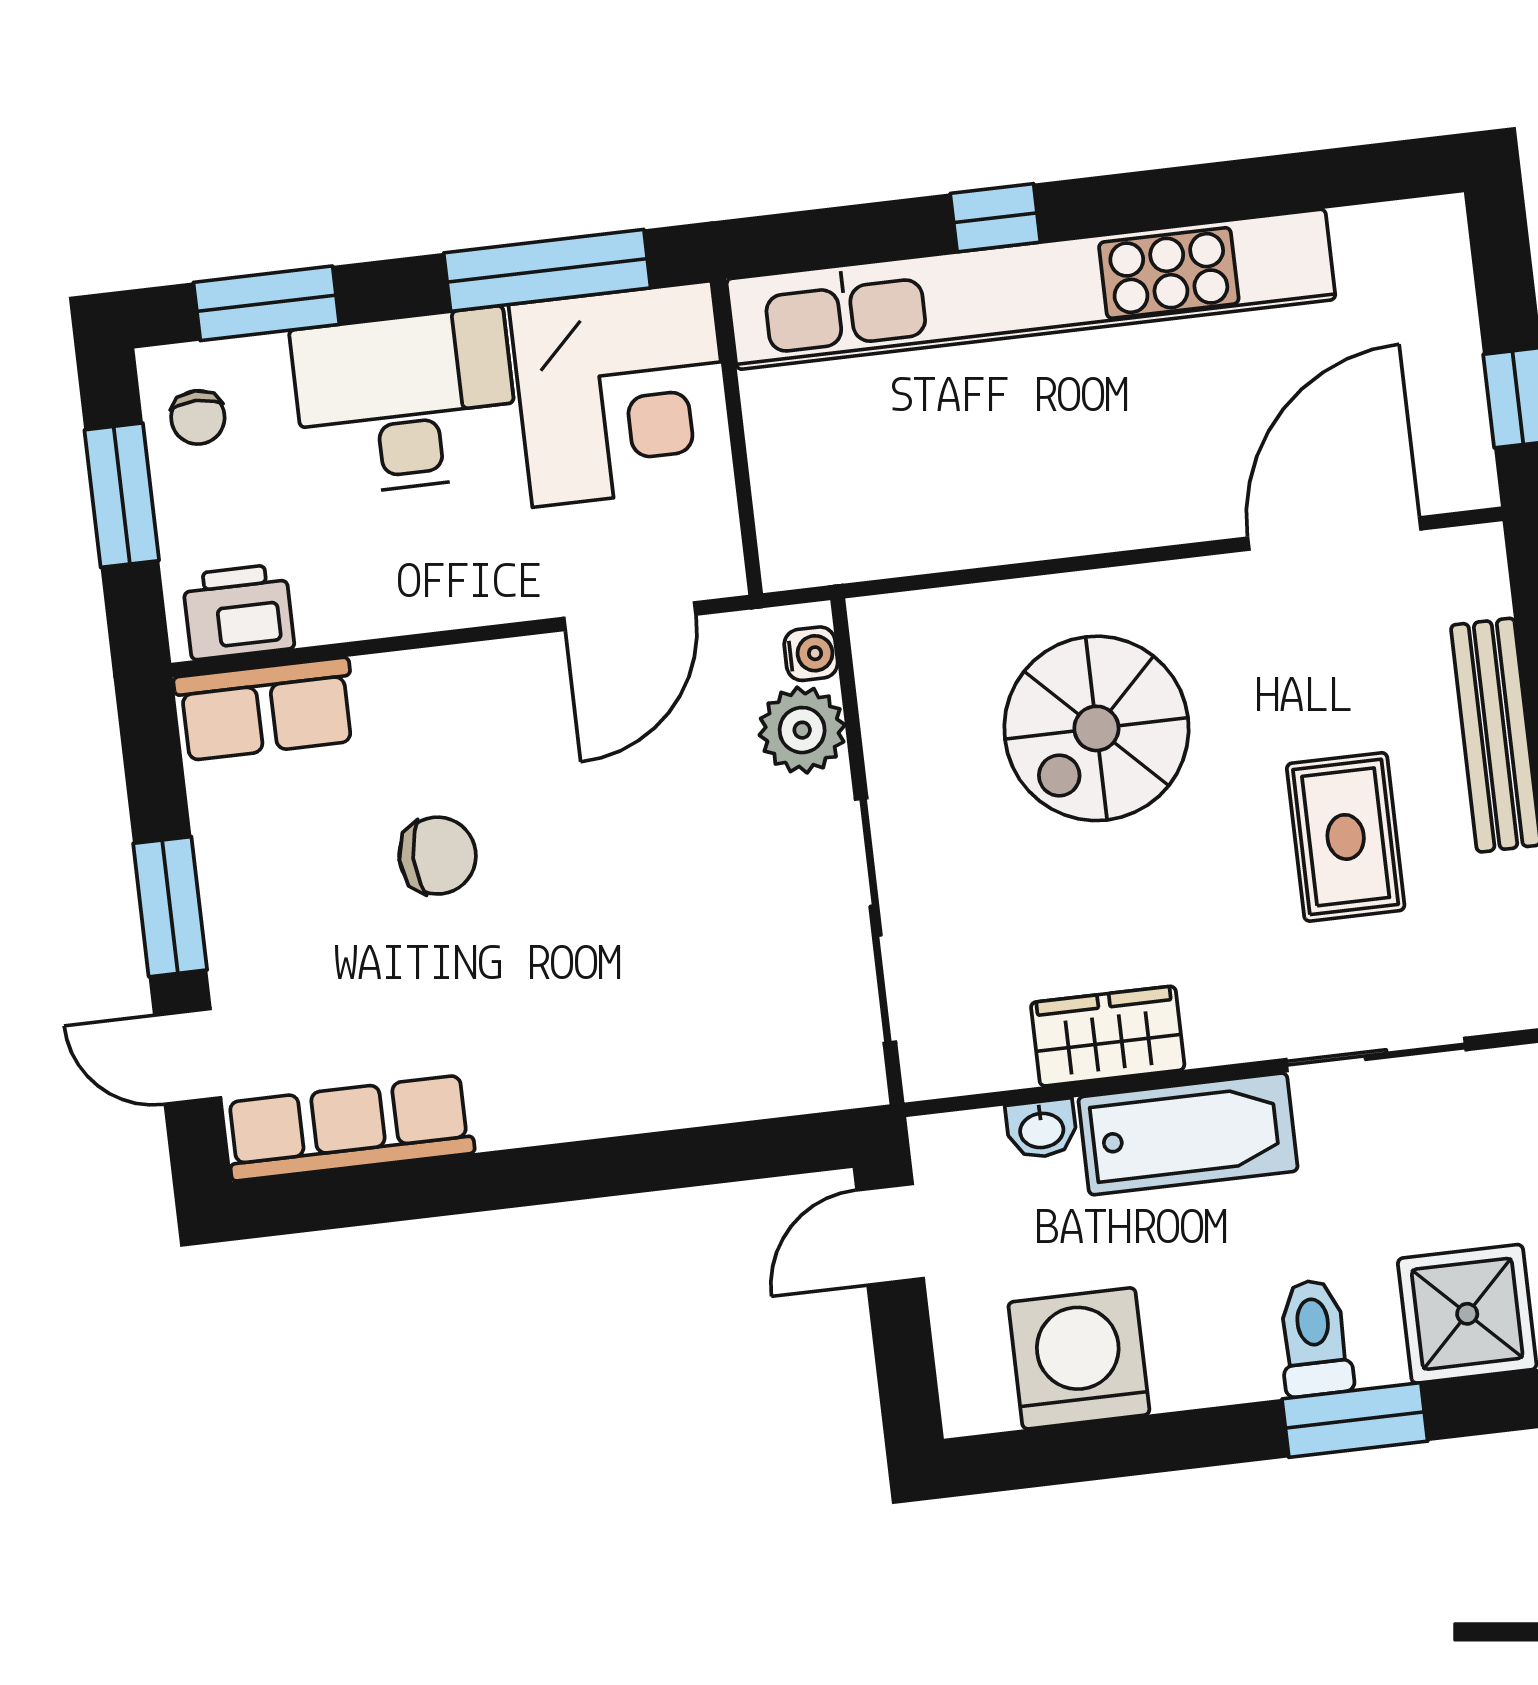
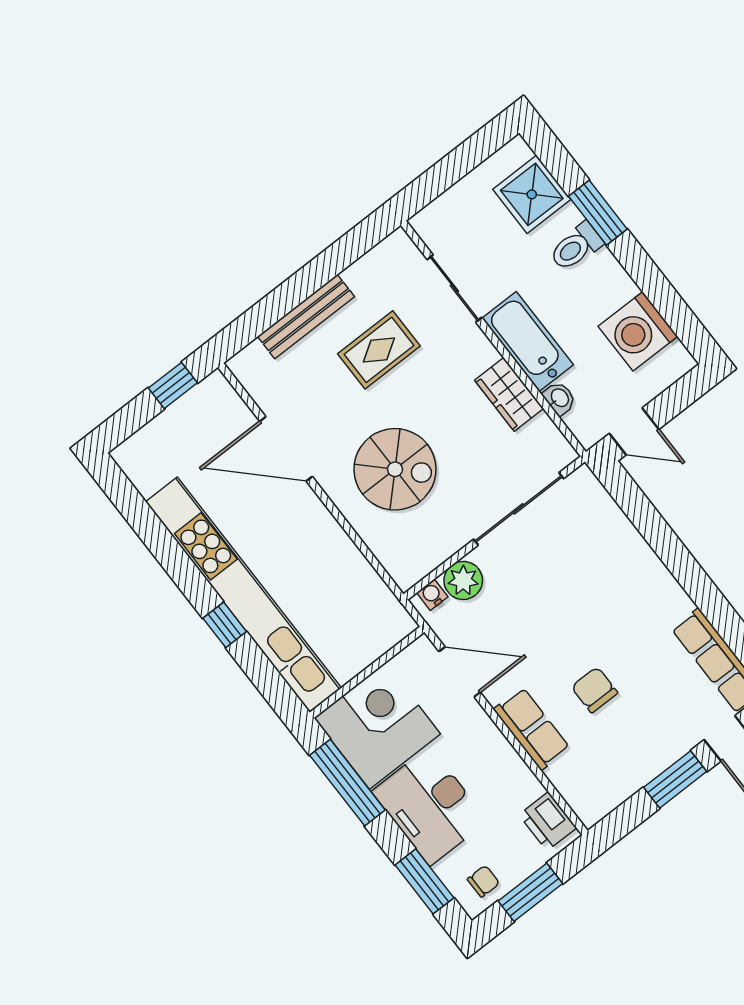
door: (1334, 533) -> (286, 449), moved
row of seats: (266, 709) -> (532, 729), moved

